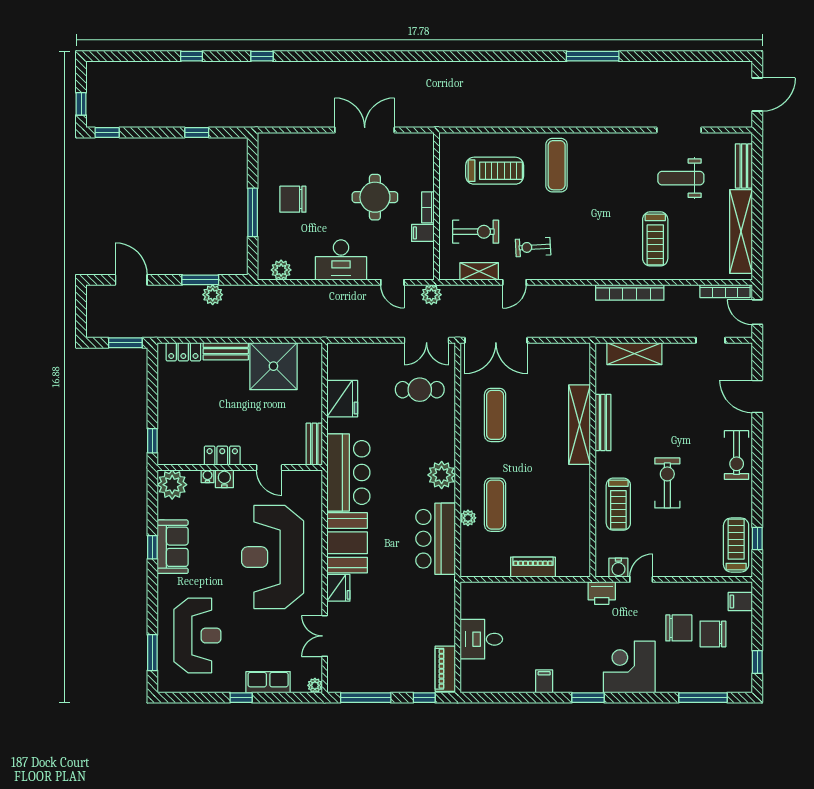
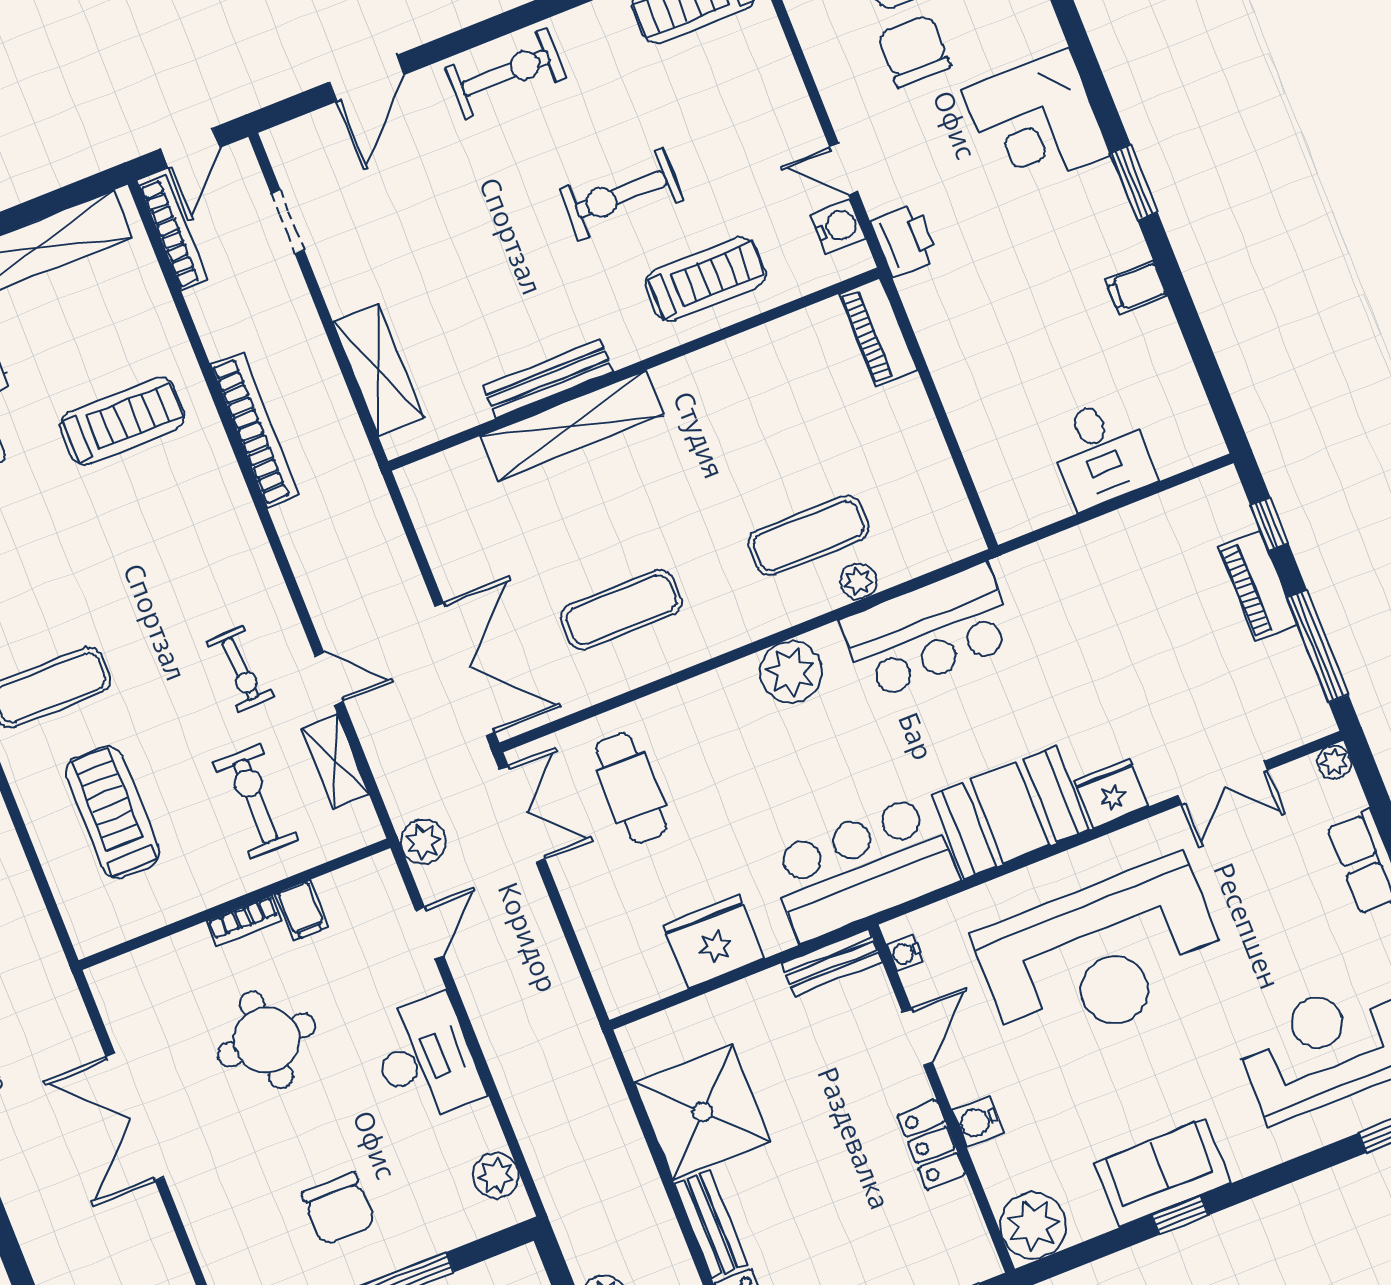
water cooler: (207, 476) -> (905, 953), moved
piano: (533, 567) -> (878, 332), moved
piano: (445, 669) -> (1258, 586), moved, turned 90

